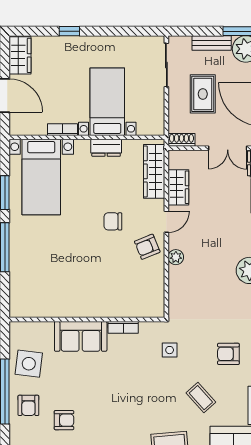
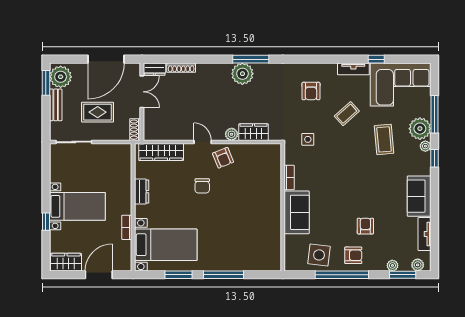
bed with nightstands: (107, 102) -> (77, 206), moved, turned 180
wardrobe: (178, 187) -> (254, 132), moved

